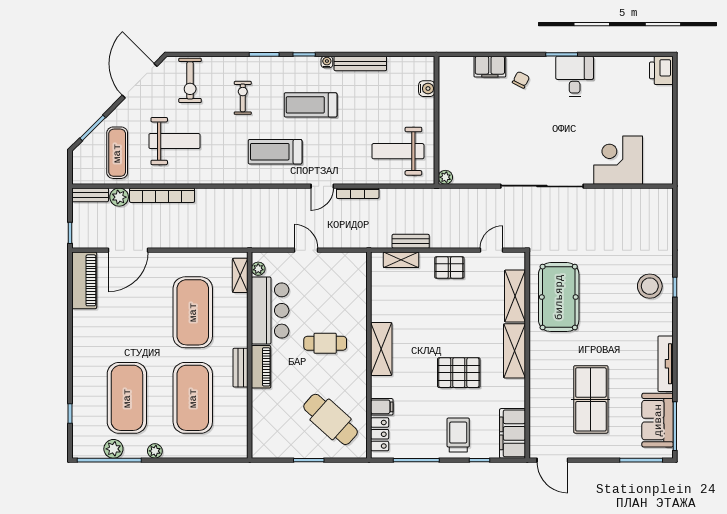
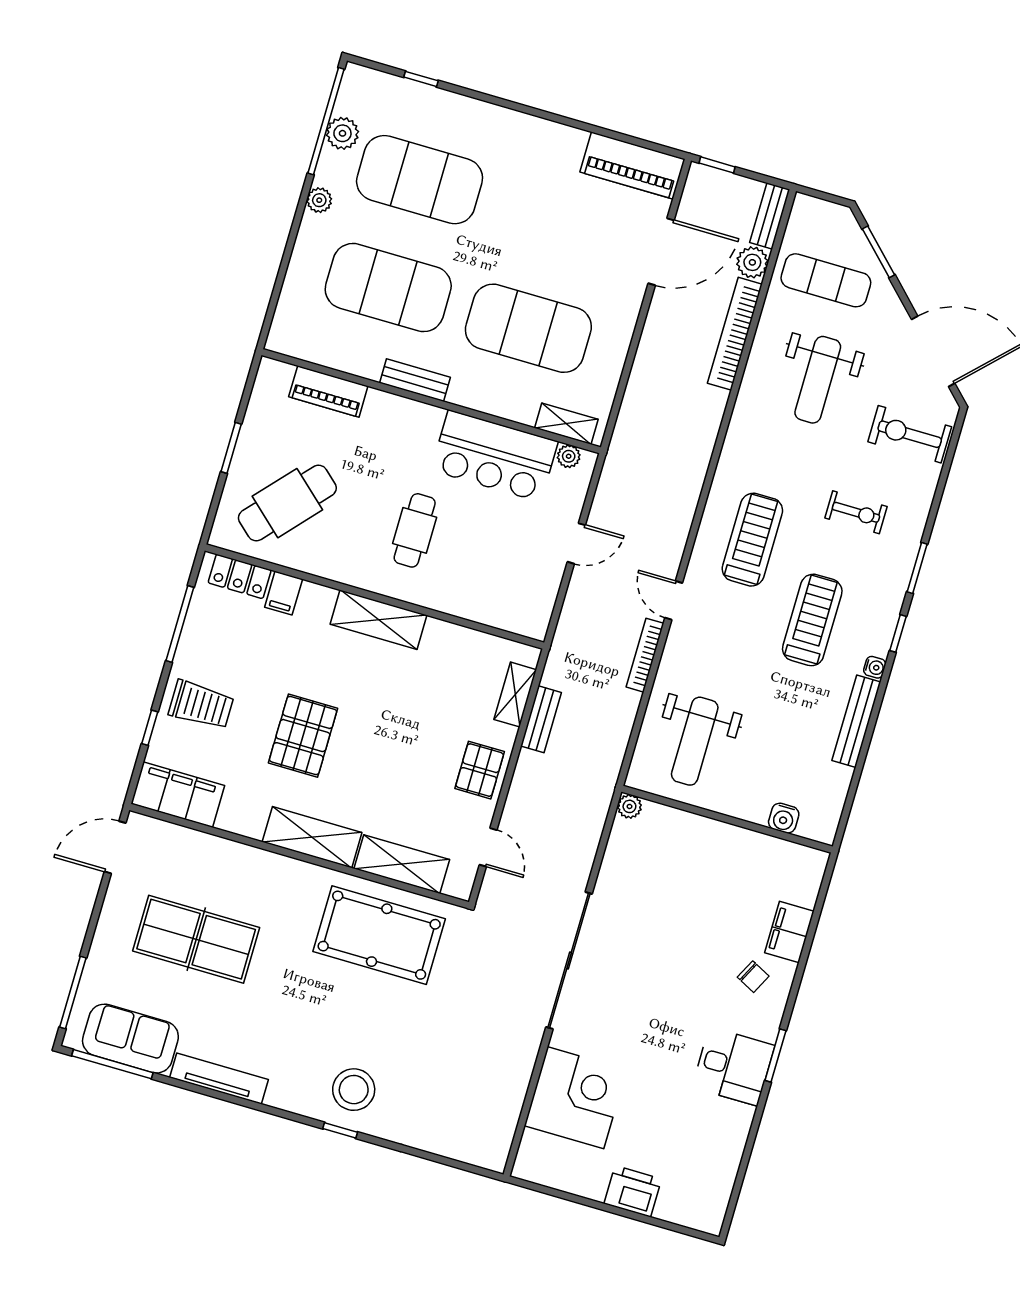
printer: (661, 70) -> (633, 1191), moved
weight bench: (398, 151) -> (695, 741), turned 180
door: (128, 250) -> (661, 252), swing flipped
piano: (261, 367) -> (328, 391), moved

